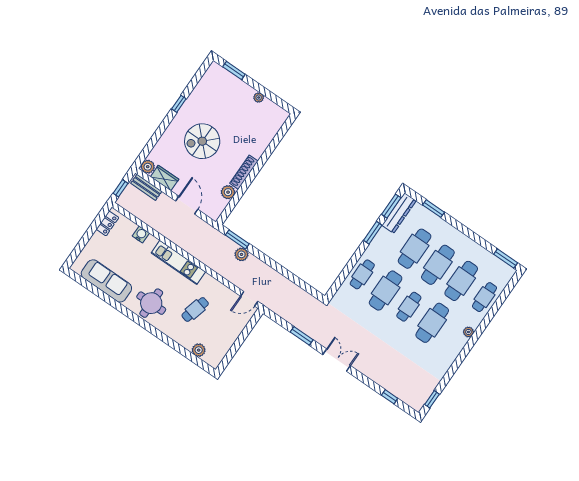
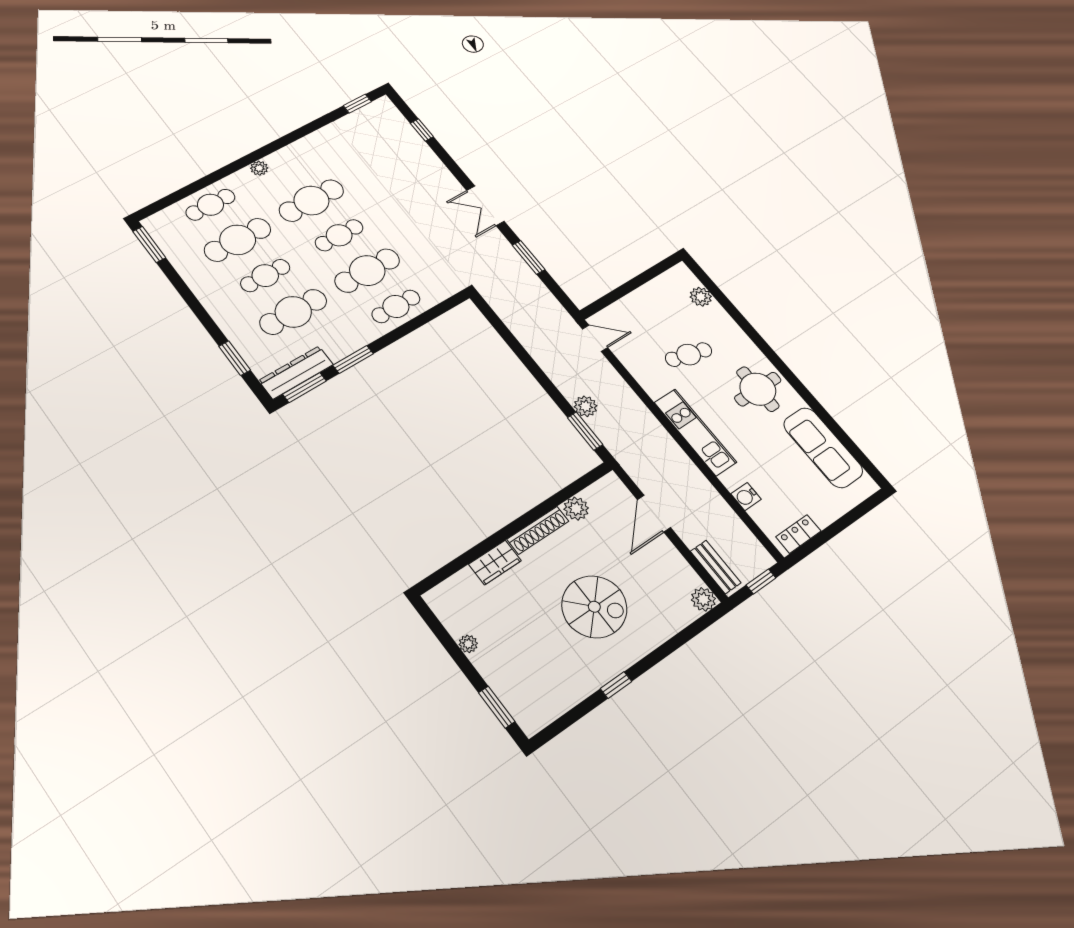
wardrobe: (165, 178) -> (495, 563), moved, turned -90
cafe table: (438, 265) -> (265, 276), width x0.73, depth x0.74

